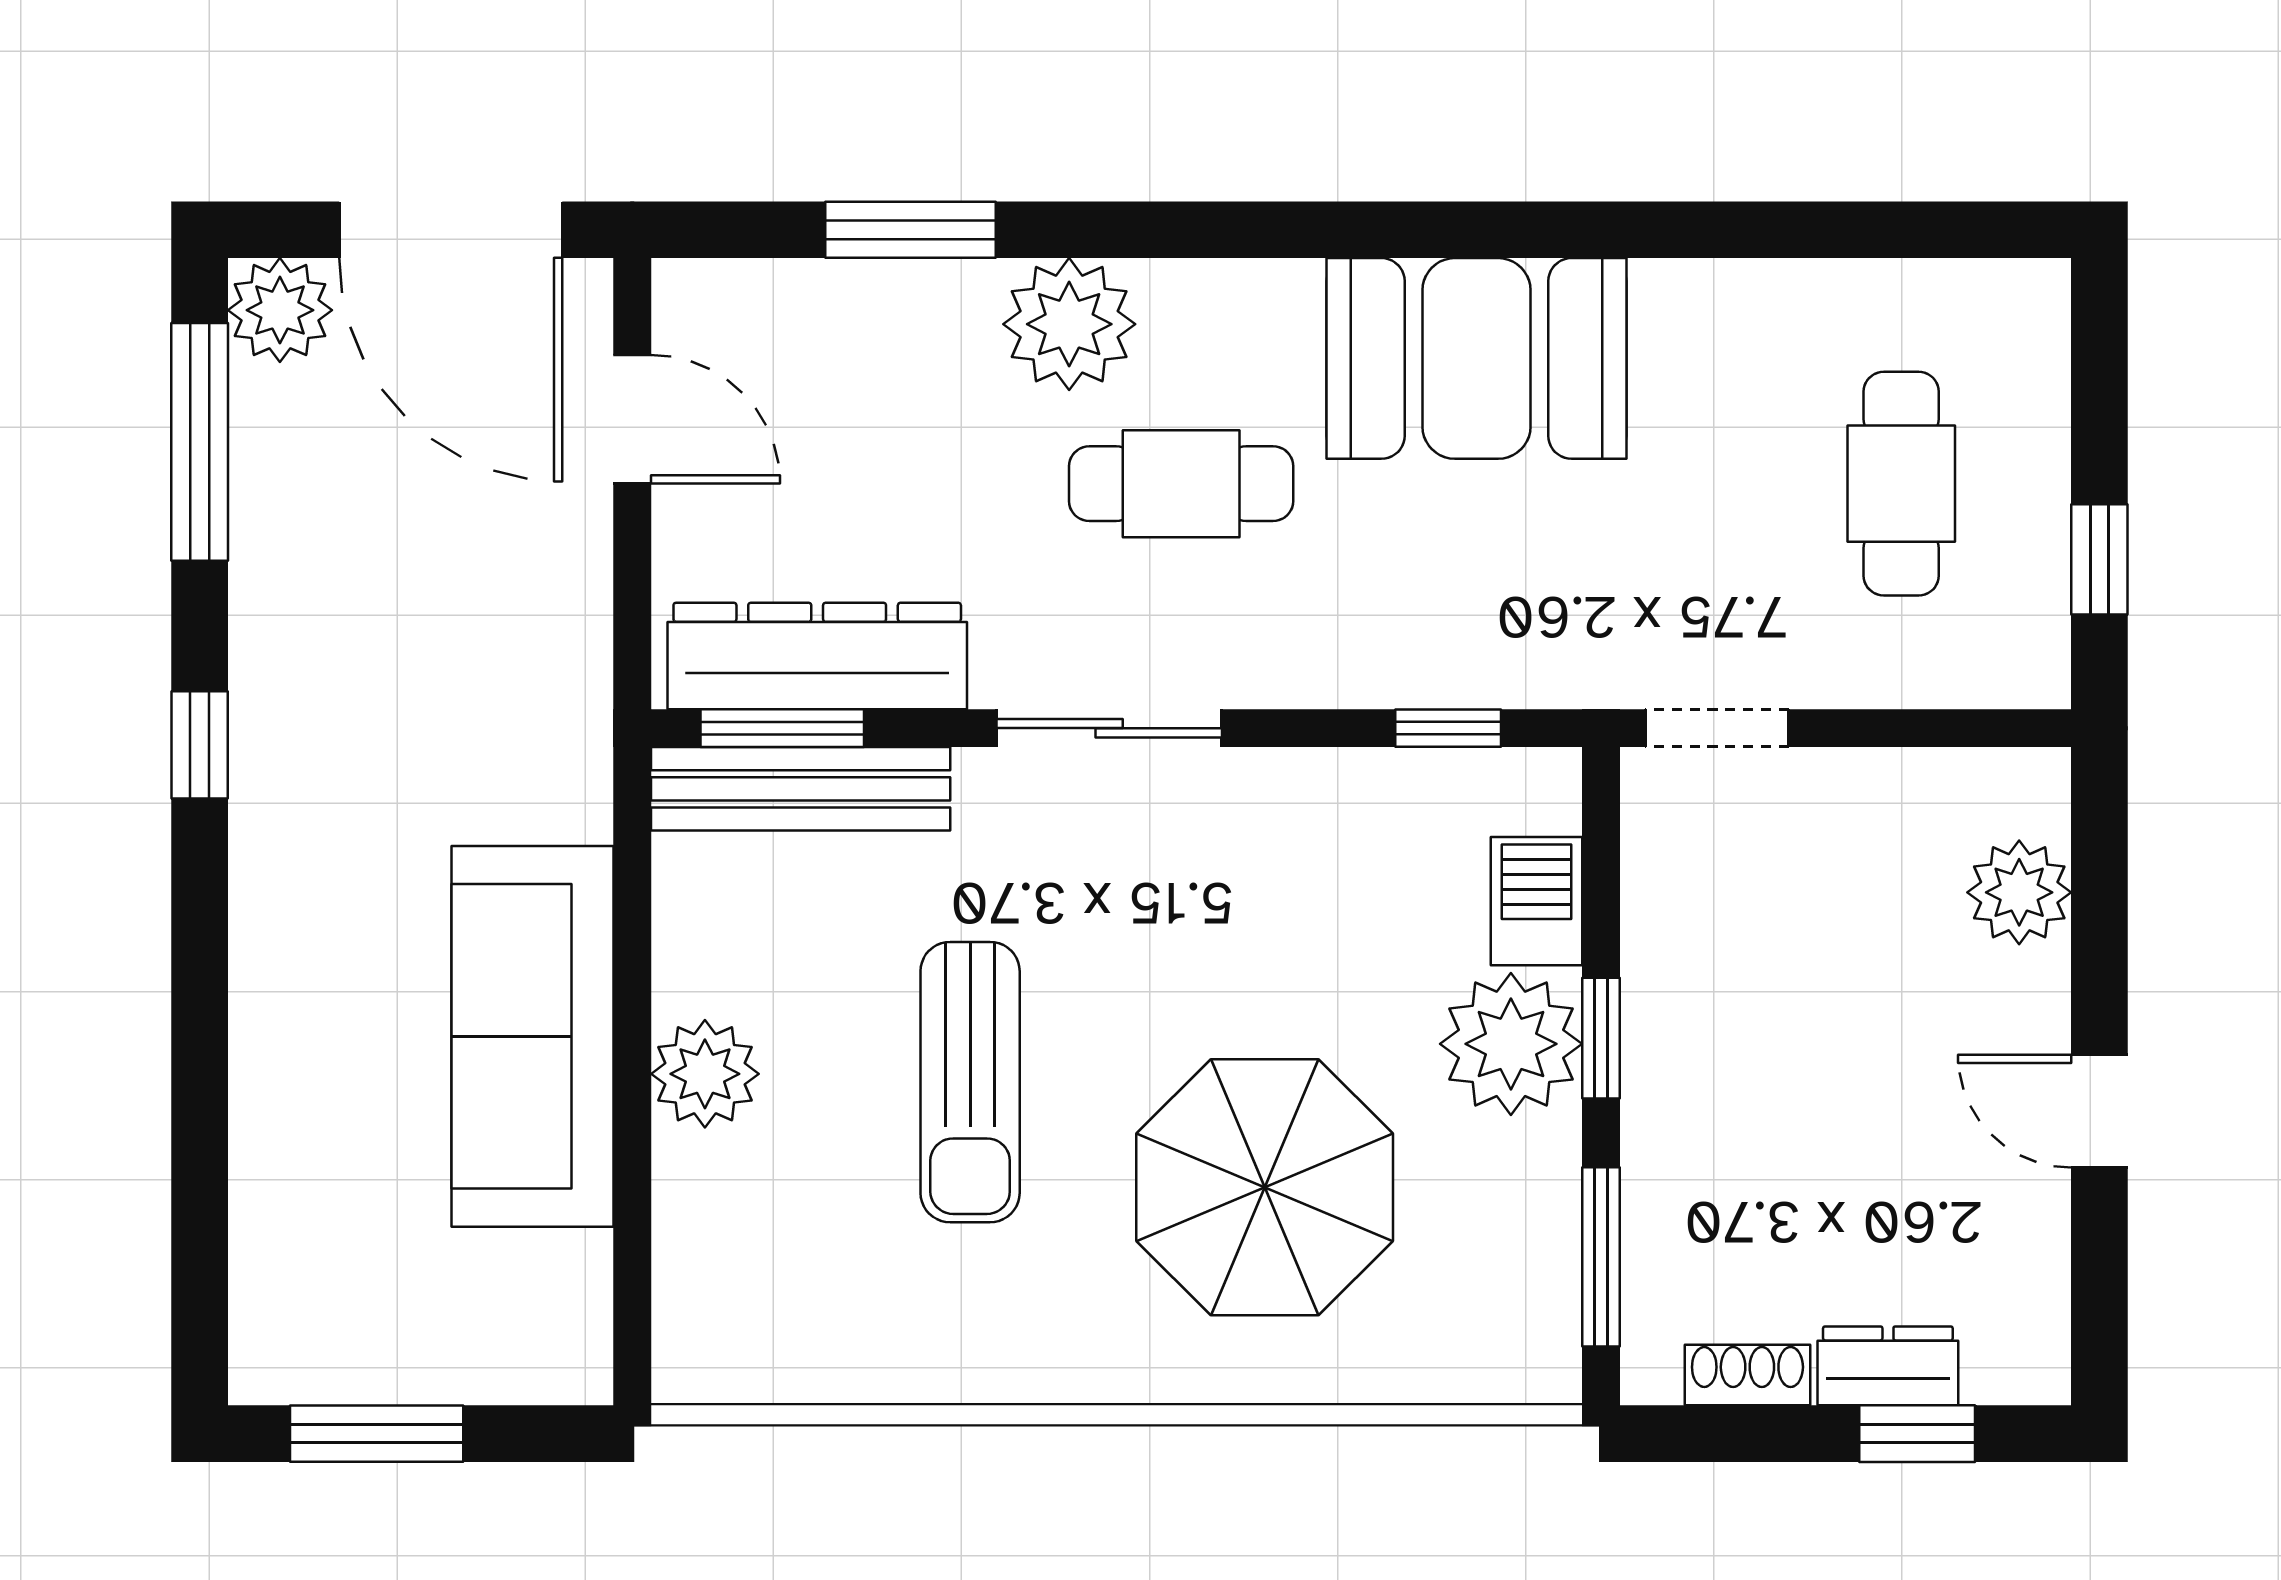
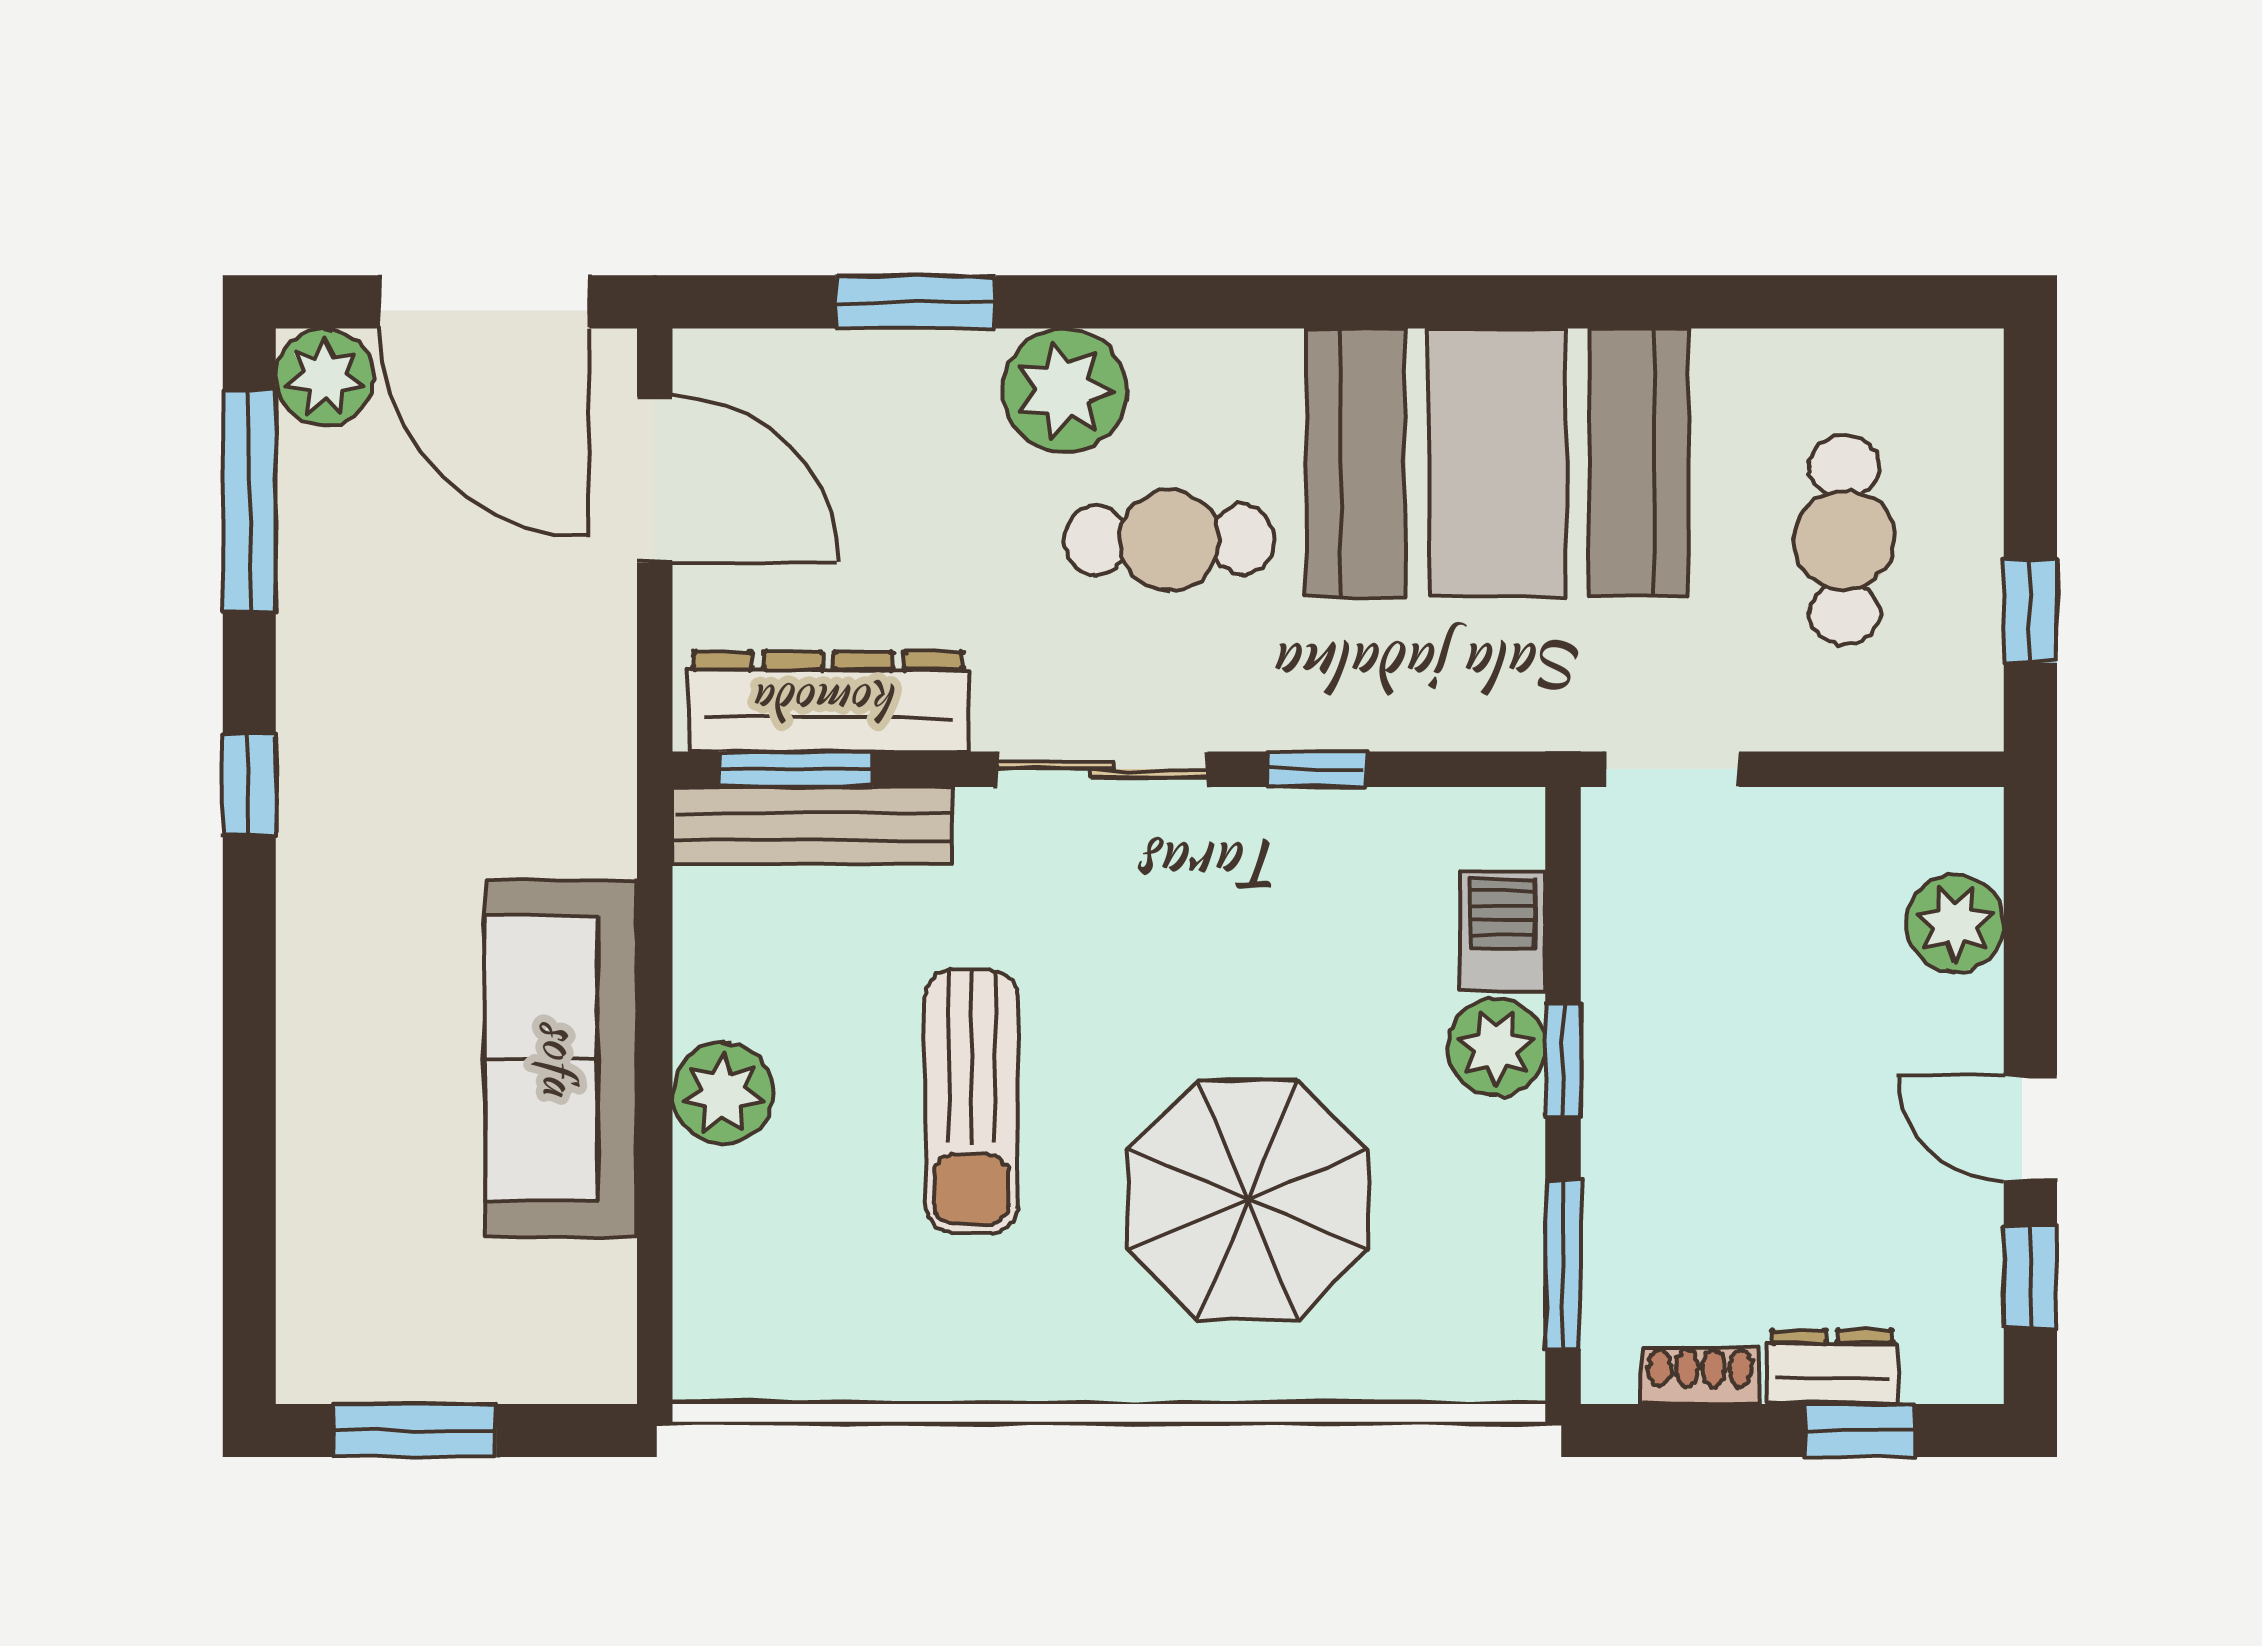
booth: (1476, 358) -> (1497, 462), width x1.36, depth x1.42
door: (632, 419) -> (655, 480), width x1.37
window: (1448, 728) -> (1317, 769), moved
plant: (1511, 1044) -> (1496, 1047), width x0.73, depth x0.73
window: (2099, 1270) -> (2030, 1277), added

